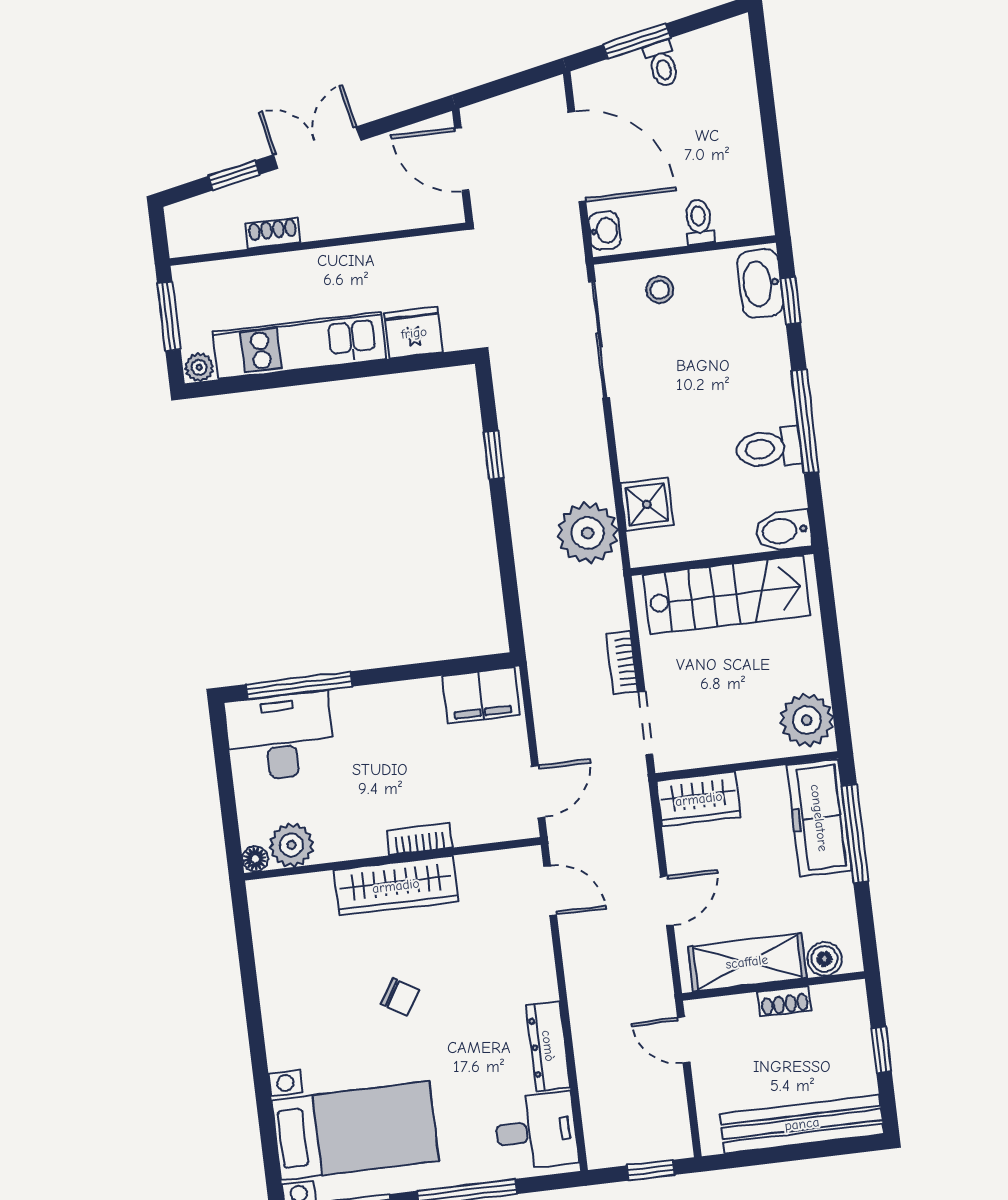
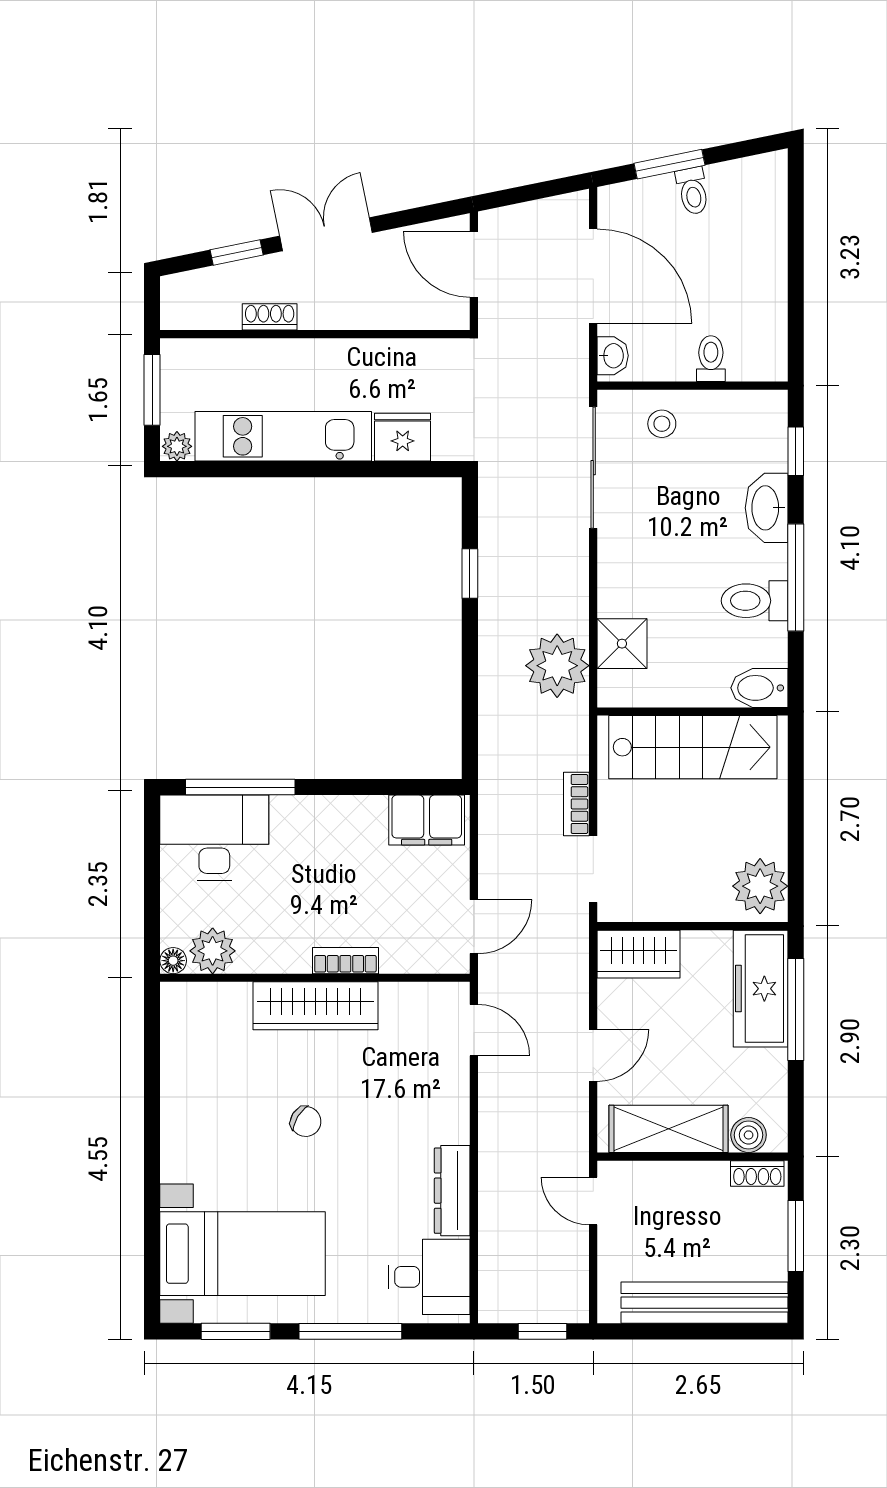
washbasin: (760, 284) -> (767, 508), moved
shoe rack: (784, 1001) -> (757, 1173), moved
window: (881, 1050) -> (796, 1236), width x1.50

